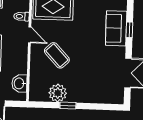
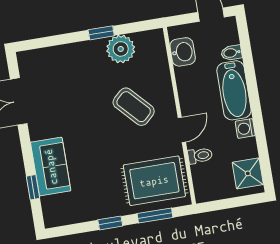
window: (129, 30) -> (33, 187), moved
door: (30, 35) -> (182, 130), swing flipped

